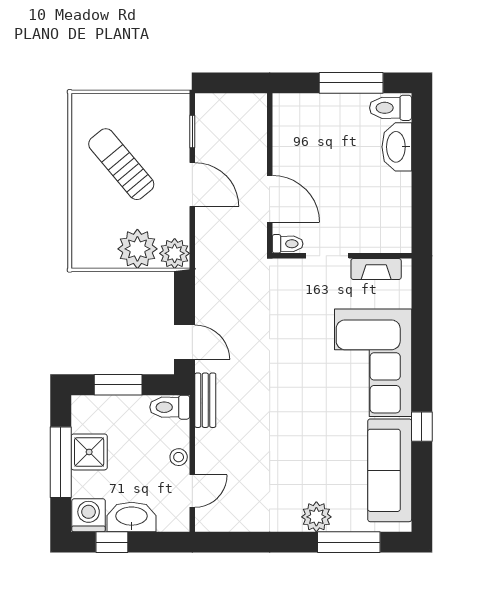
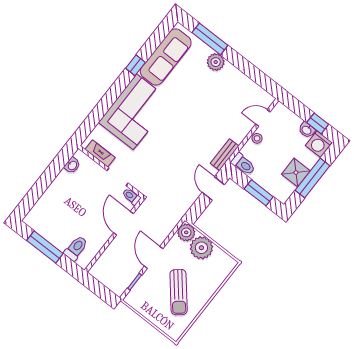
toilet: (391, 108) -> (76, 248), moved, turned -90
washbasin: (397, 147) -> (72, 165), moved, width x0.52, depth x0.69
washbasin: (132, 517) -> (307, 130), width x0.52, depth x0.69

